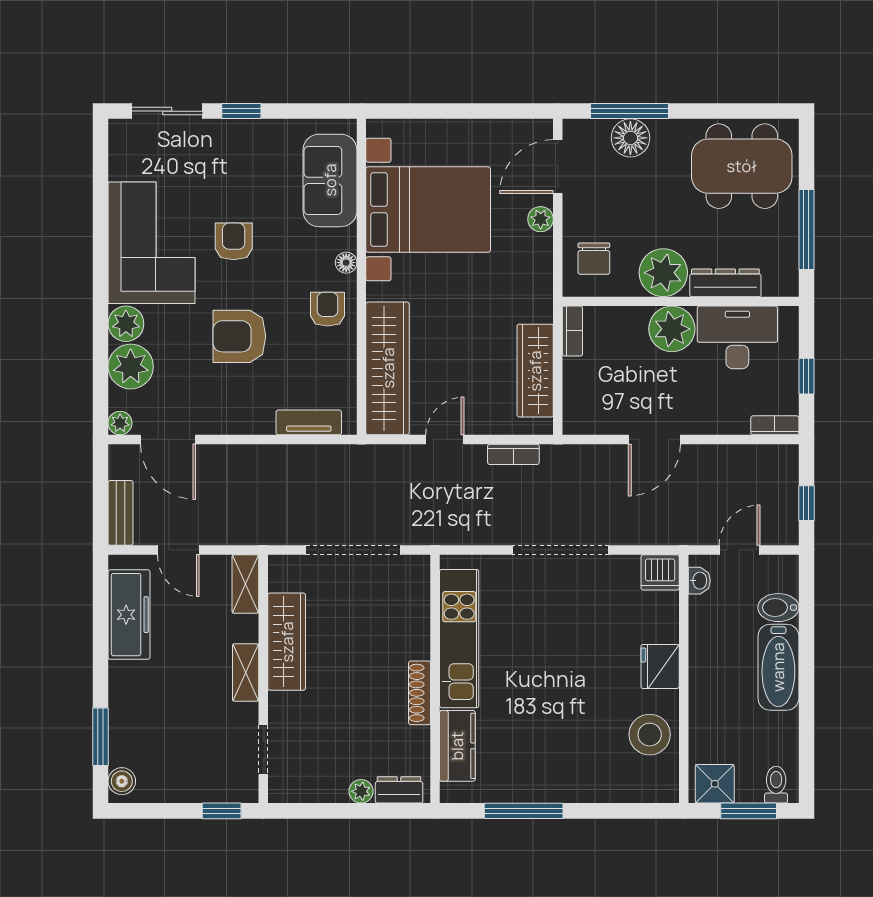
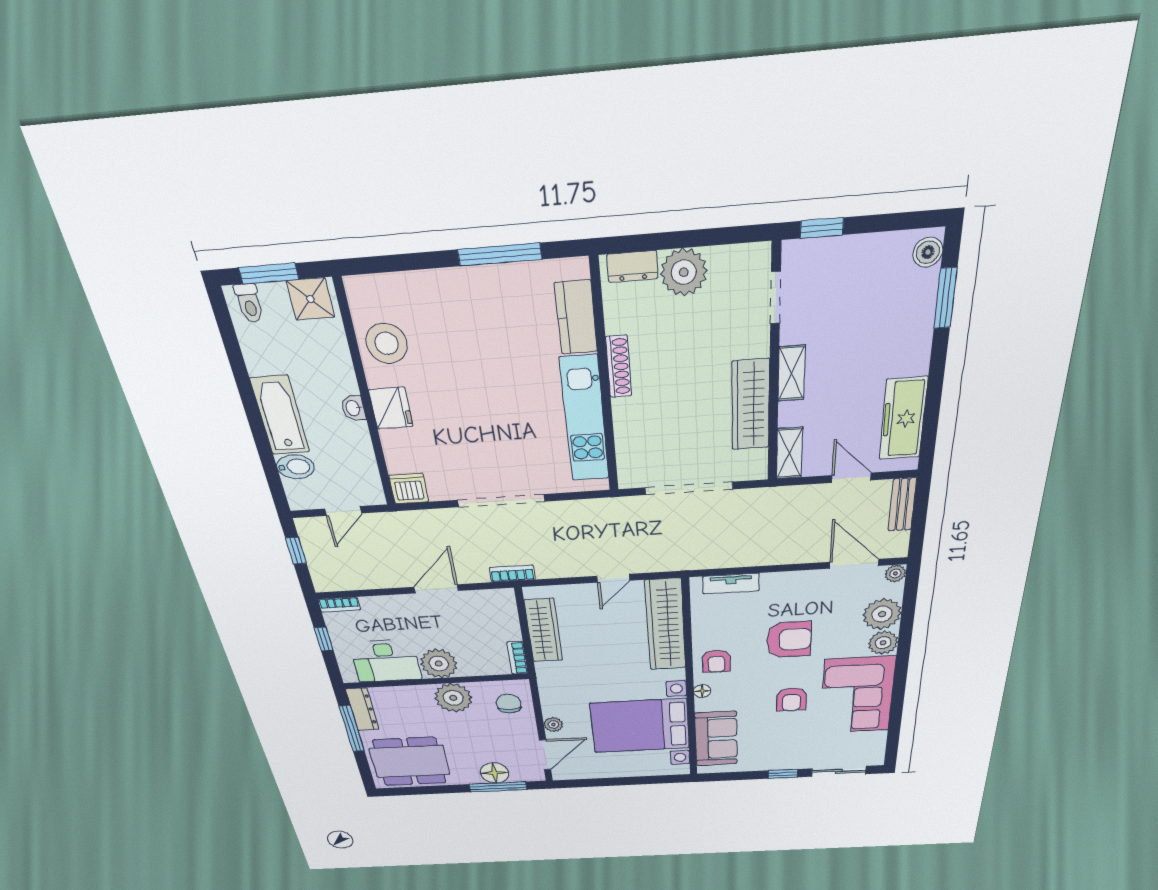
dresser: (725, 283) -> (362, 709), moved, turned -90
bookcase: (513, 454) -> (512, 573), moved
washbasin: (699, 581) -> (353, 408), moved
plant: (361, 791) -> (684, 272), width x1.87, depth x1.87

